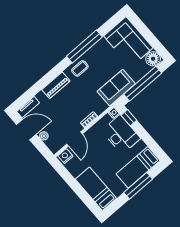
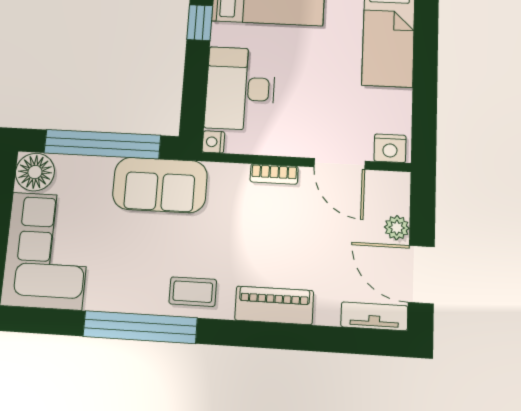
window: (129, 118) -> (200, 23), moved
door: (75, 139) -> (340, 164), swing flipped

